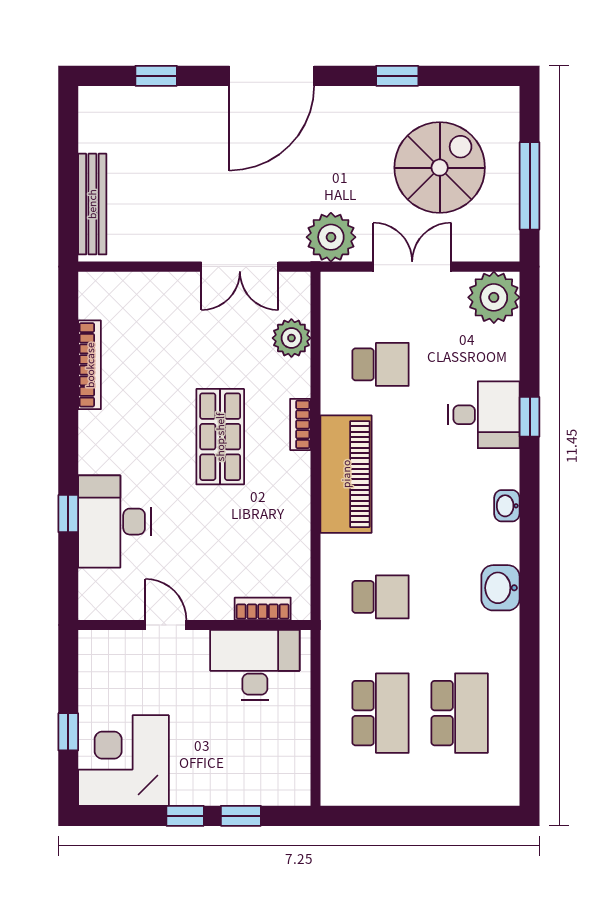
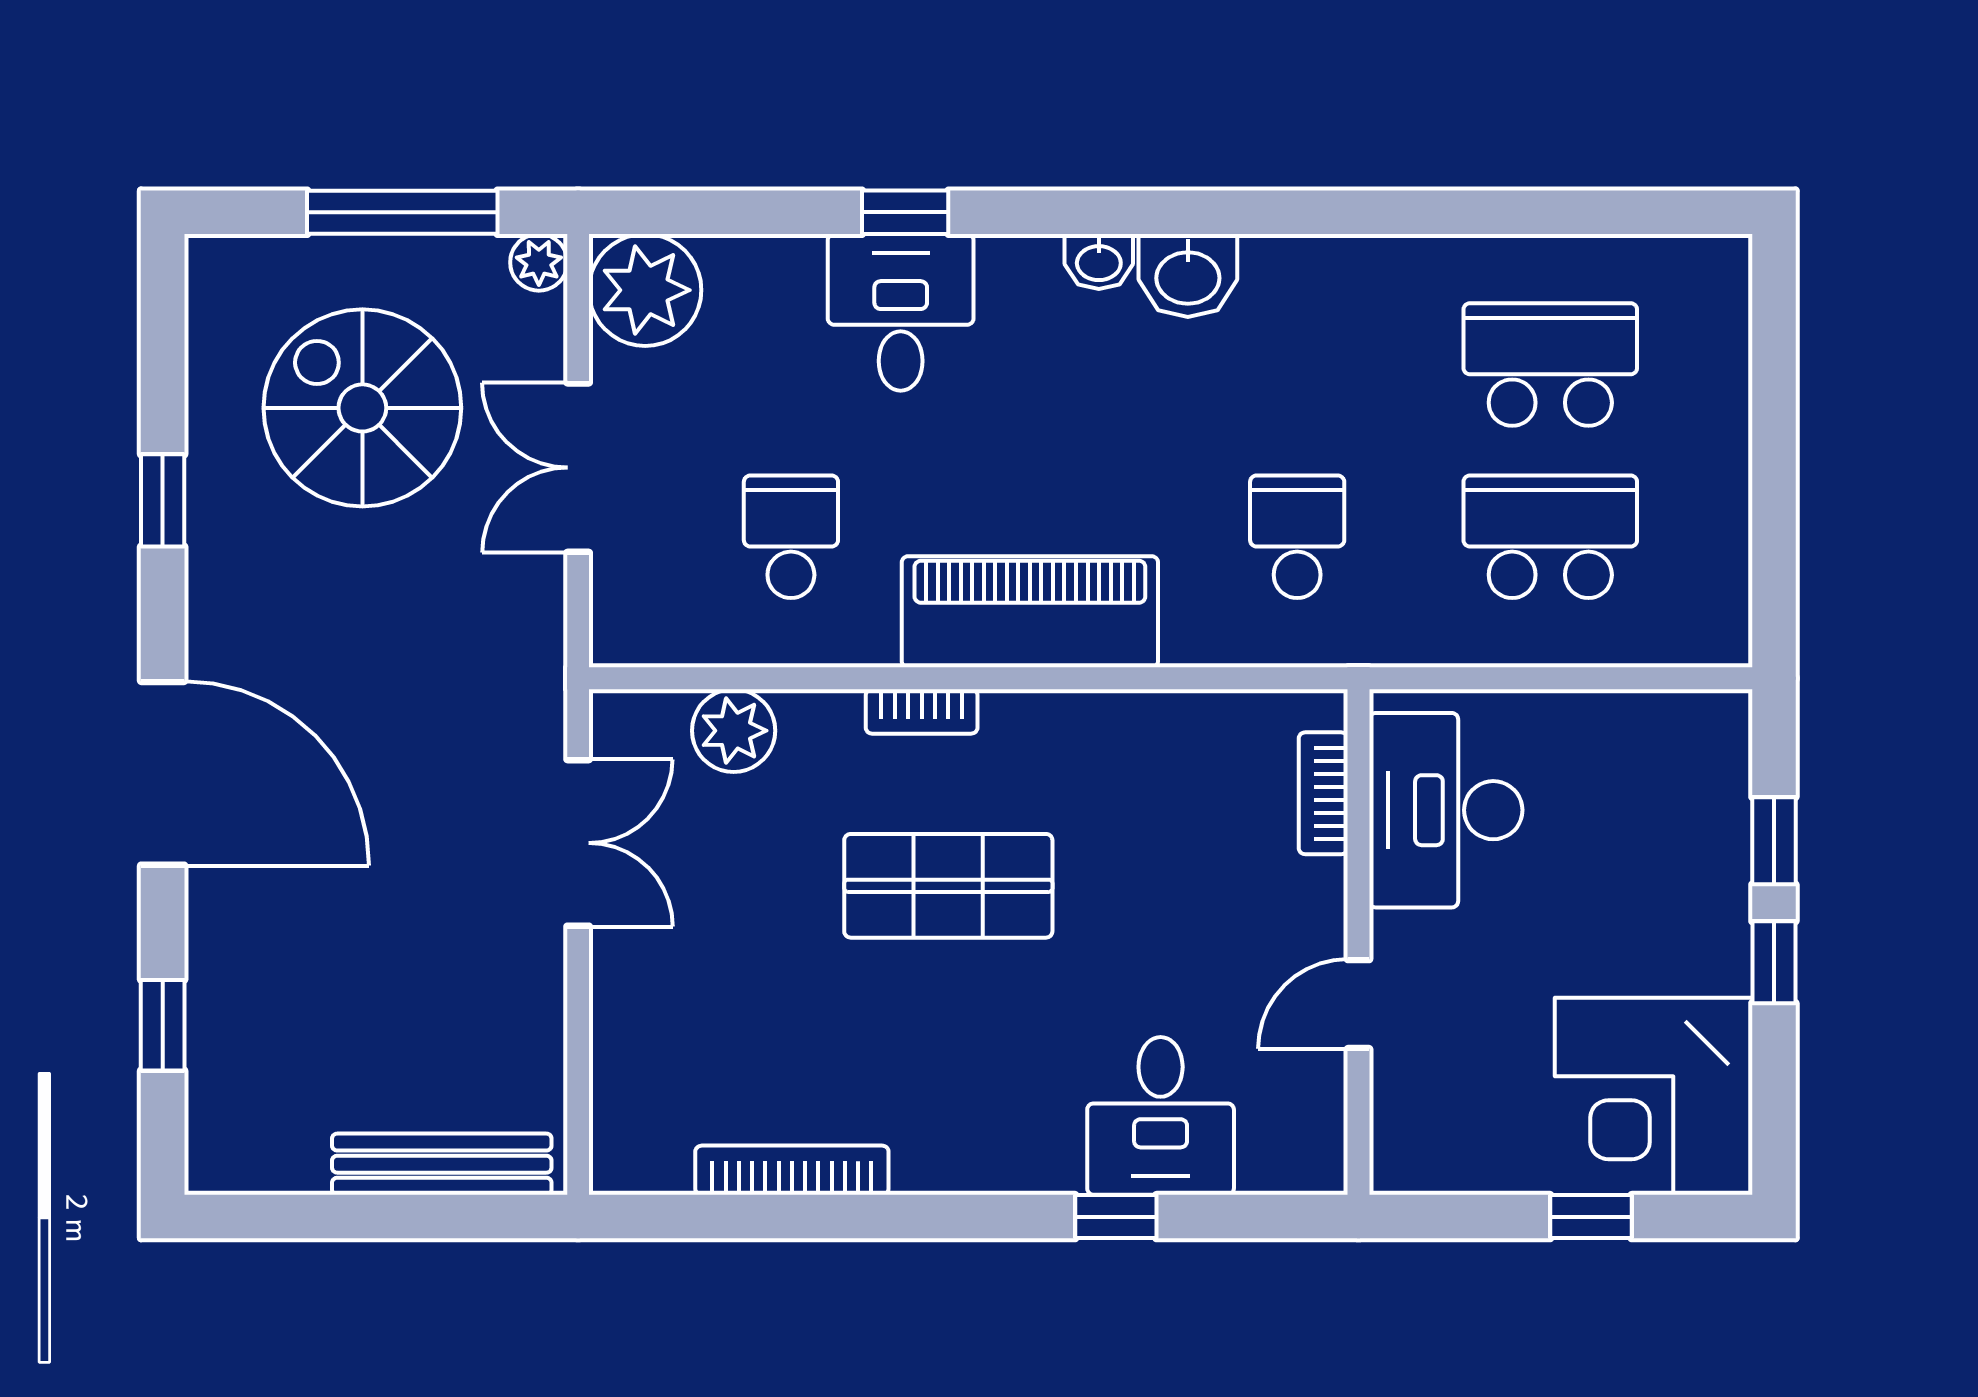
plant: (331, 237) -> (539, 262), moved, width x0.53, depth x0.53
desk: (114, 522) -> (1161, 1116), width x0.73
washbasin: (500, 588) -> (1188, 275), moved

